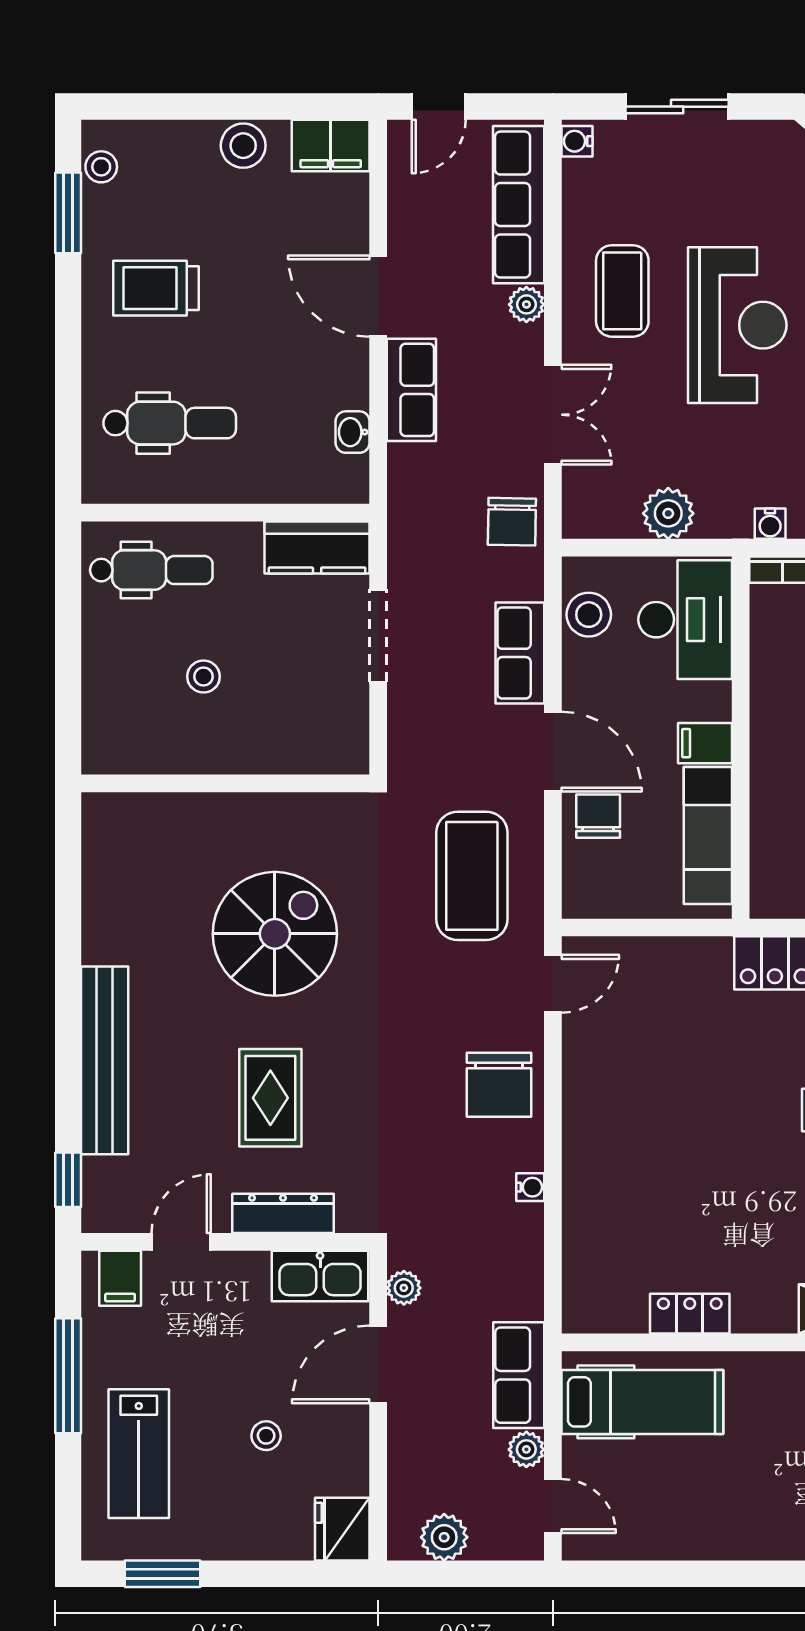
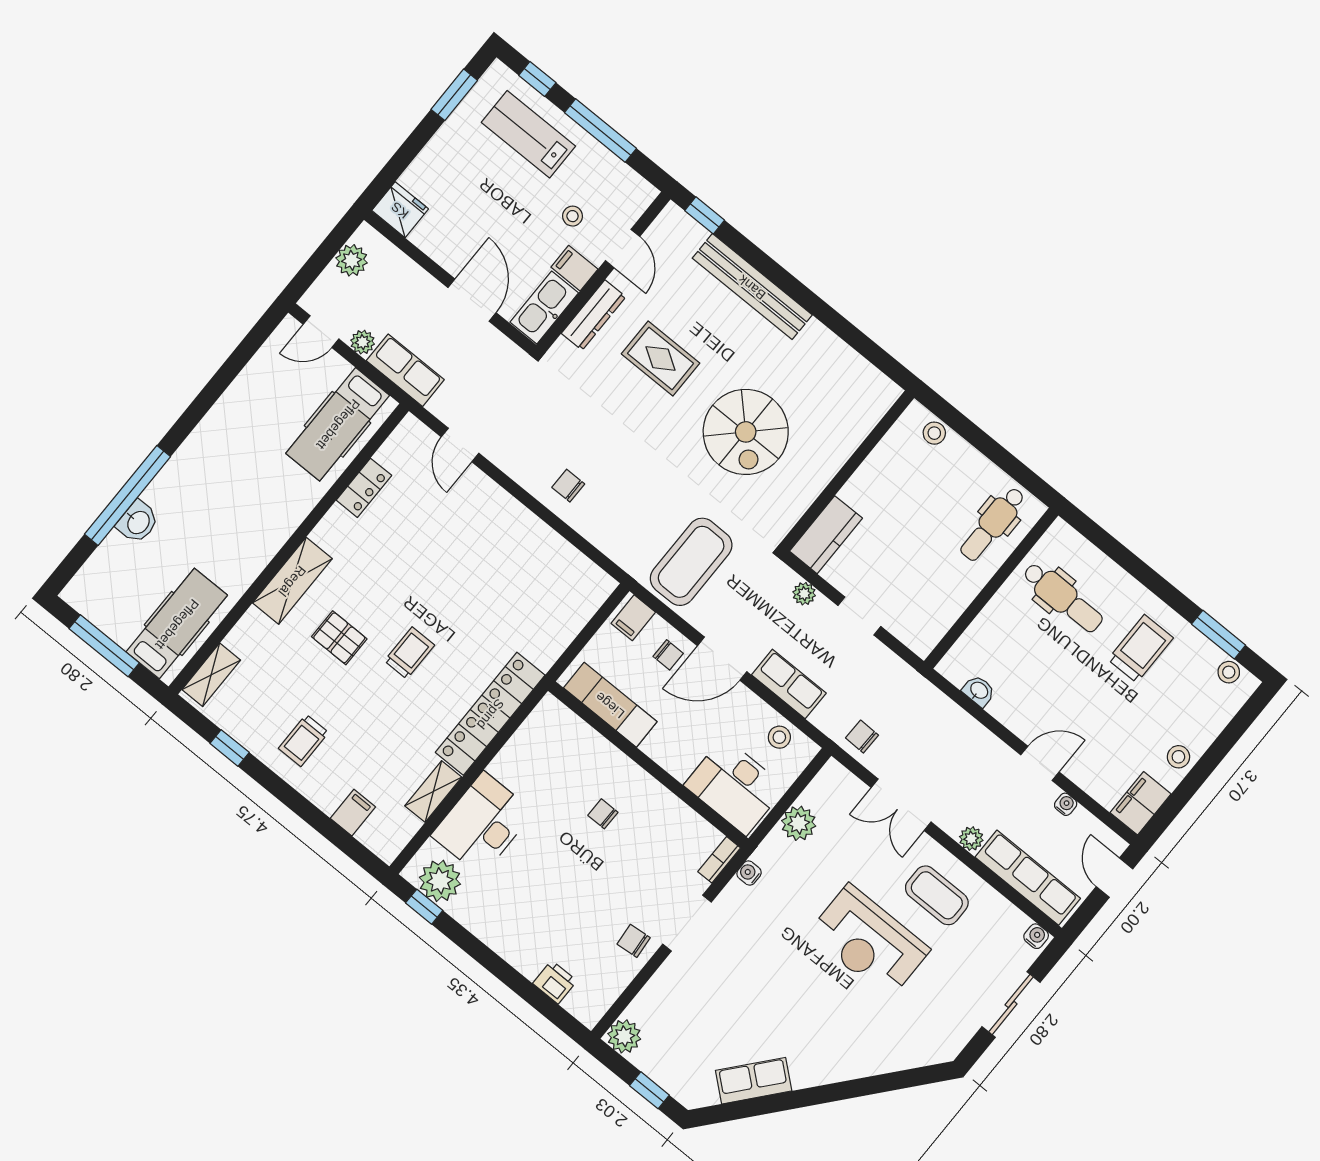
stool: (243, 146) -> (1178, 757), width x0.73, depth x0.73
door: (378, 296) -> (1040, 763), width x0.73
row of seats: (411, 390) -> (976, 740), removed
dental chair: (170, 423) -> (1063, 597), turned -90
chair: (512, 522) -> (862, 737), width x0.73, depth x0.73
kitchen counter: (317, 548) -> (826, 535), moved, turned 180
stool: (589, 615) -> (779, 737), width x0.73, depth x0.73
doorway: (378, 636) -> (859, 616), width x0.73
stool: (204, 677) -> (934, 433), moved
filing cabinet: (705, 743) -> (633, 618), moved, turned 180
chair: (598, 816) -> (668, 655), width x0.73, depth x0.73
coffee table: (472, 876) -> (691, 562), turned 90
door: (553, 984) -> (460, 445), moved
chair: (499, 1085) -> (568, 486), width x0.54, depth x0.54
water cooler: (530, 1187) -> (1066, 804), moved, turned 180
filing cabinet: (120, 1278) -> (574, 268), moved
plant: (404, 1288) -> (804, 594), moved
stool: (266, 1436) -> (573, 216), moved
window: (68, 1494) -> (537, 79), added

